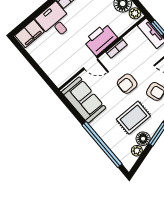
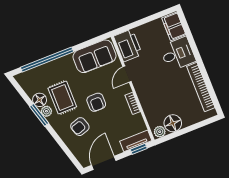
printer: (101, 39) -> (128, 45), moved
armchair: (127, 84) -> (96, 102), turned 180
plant: (137, 151) -> (46, 111), moved

